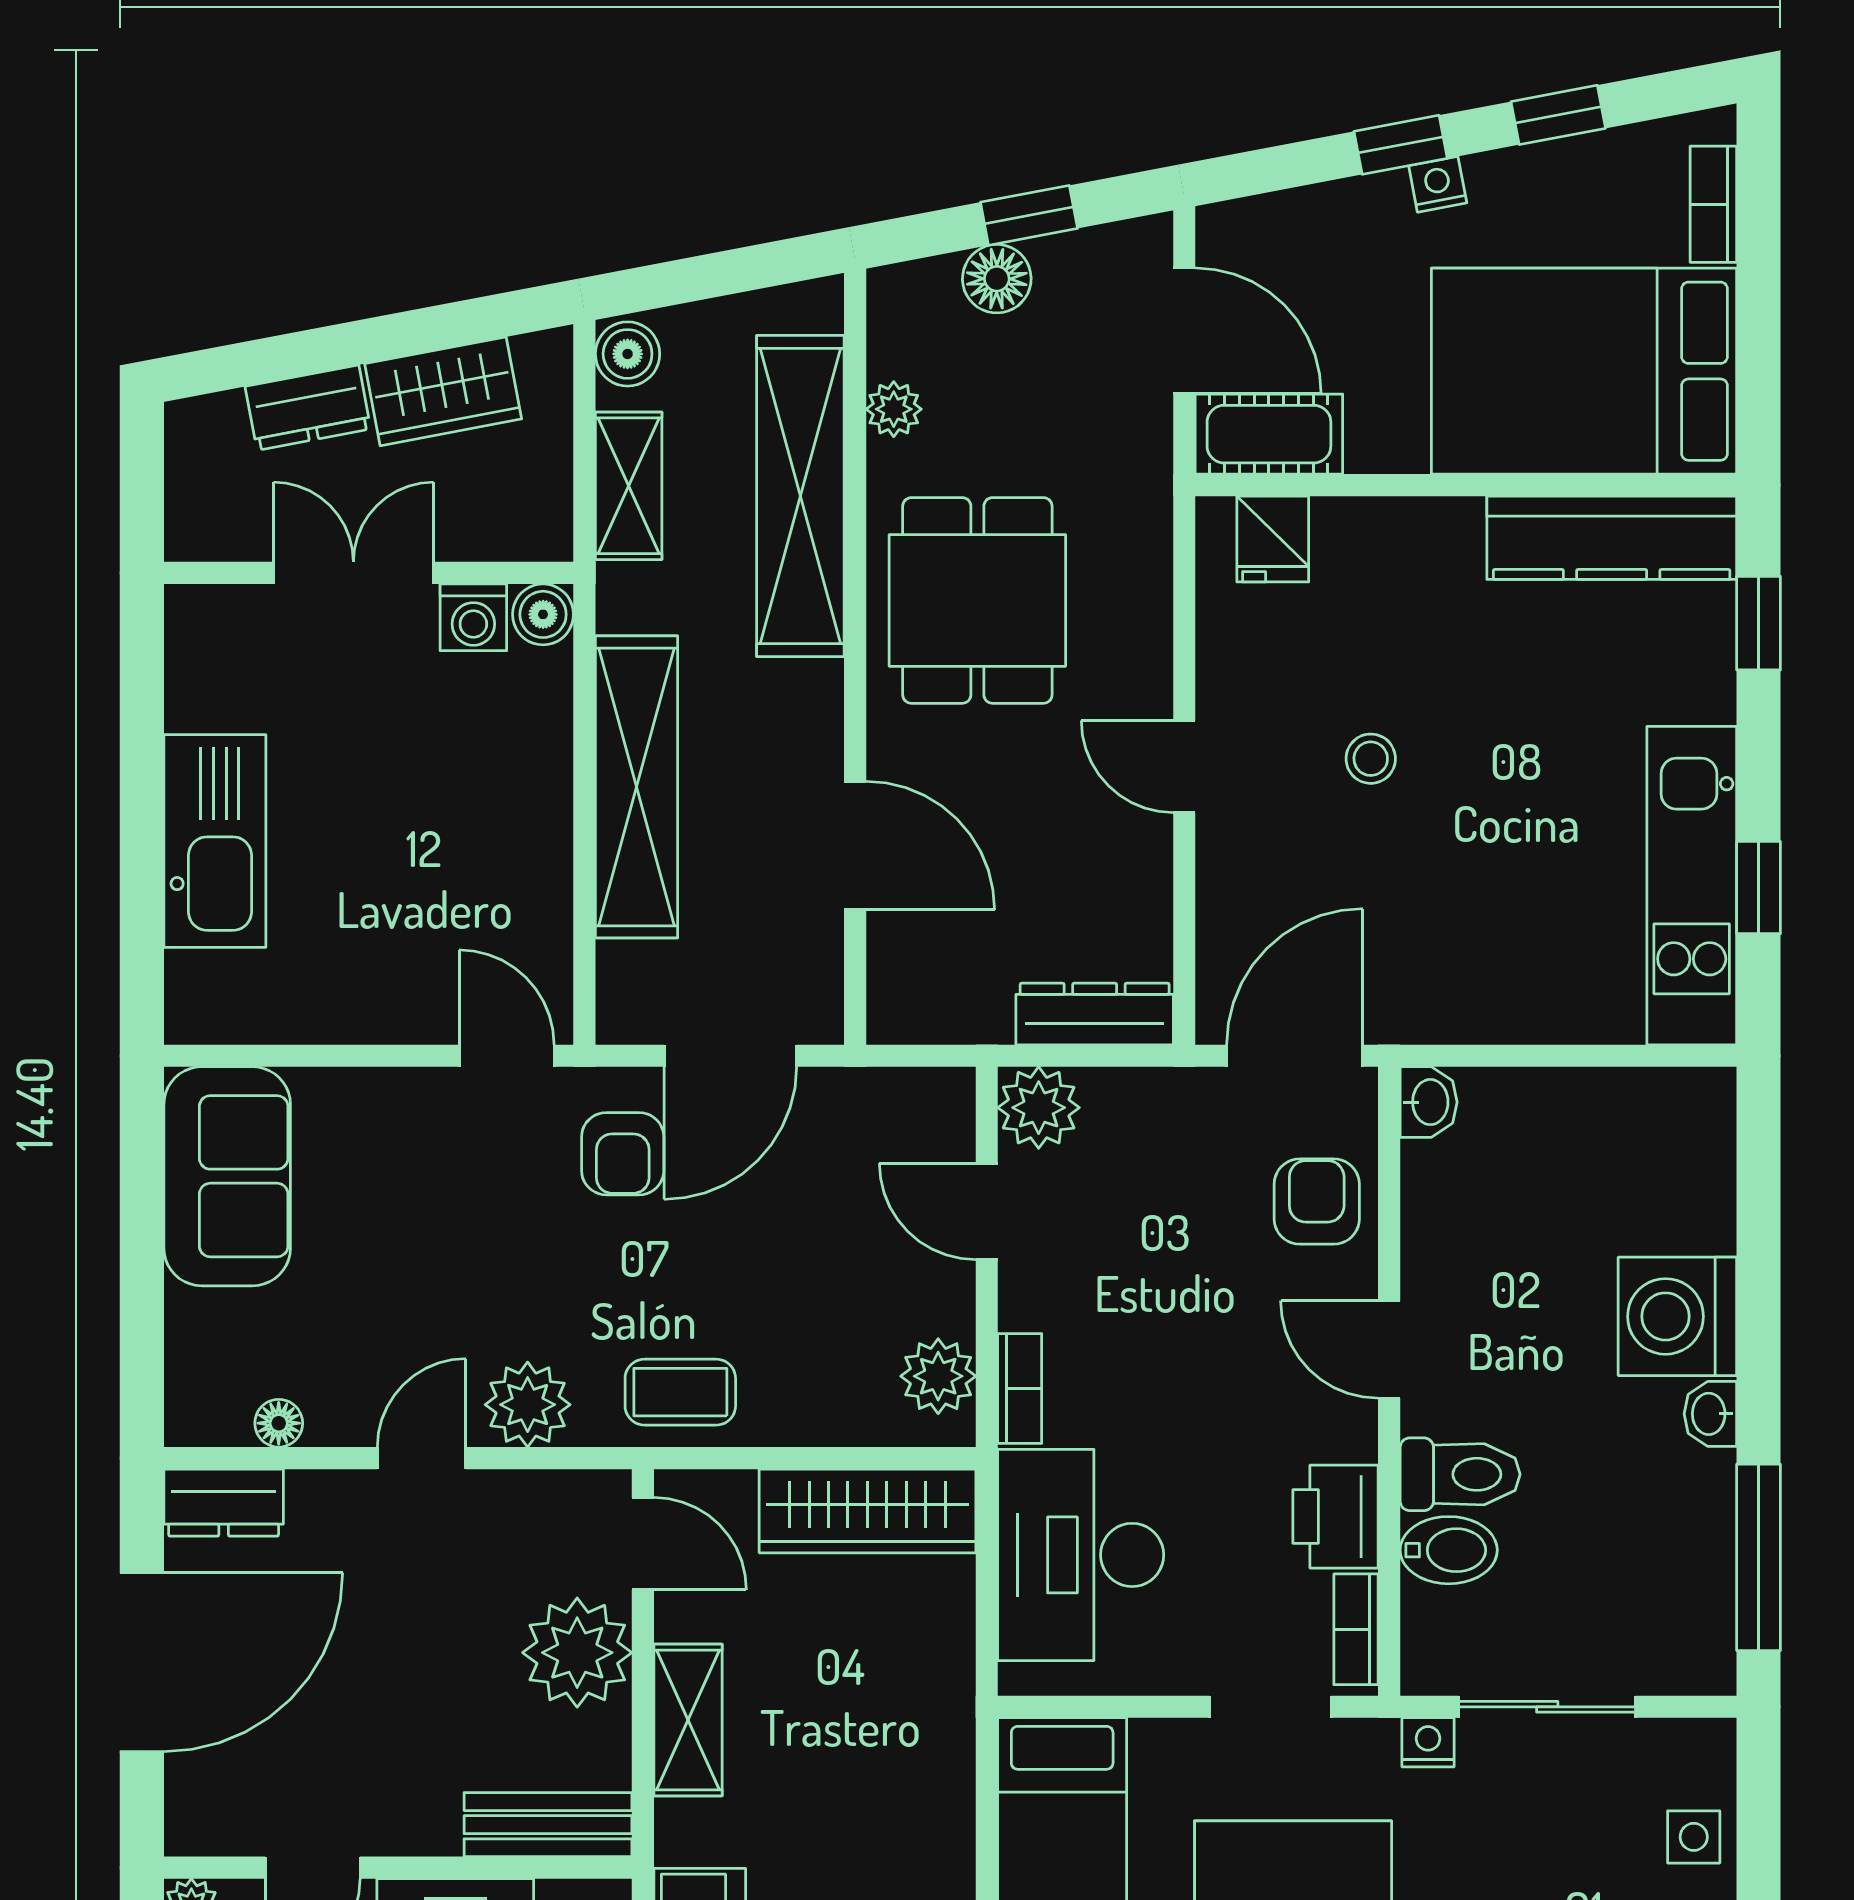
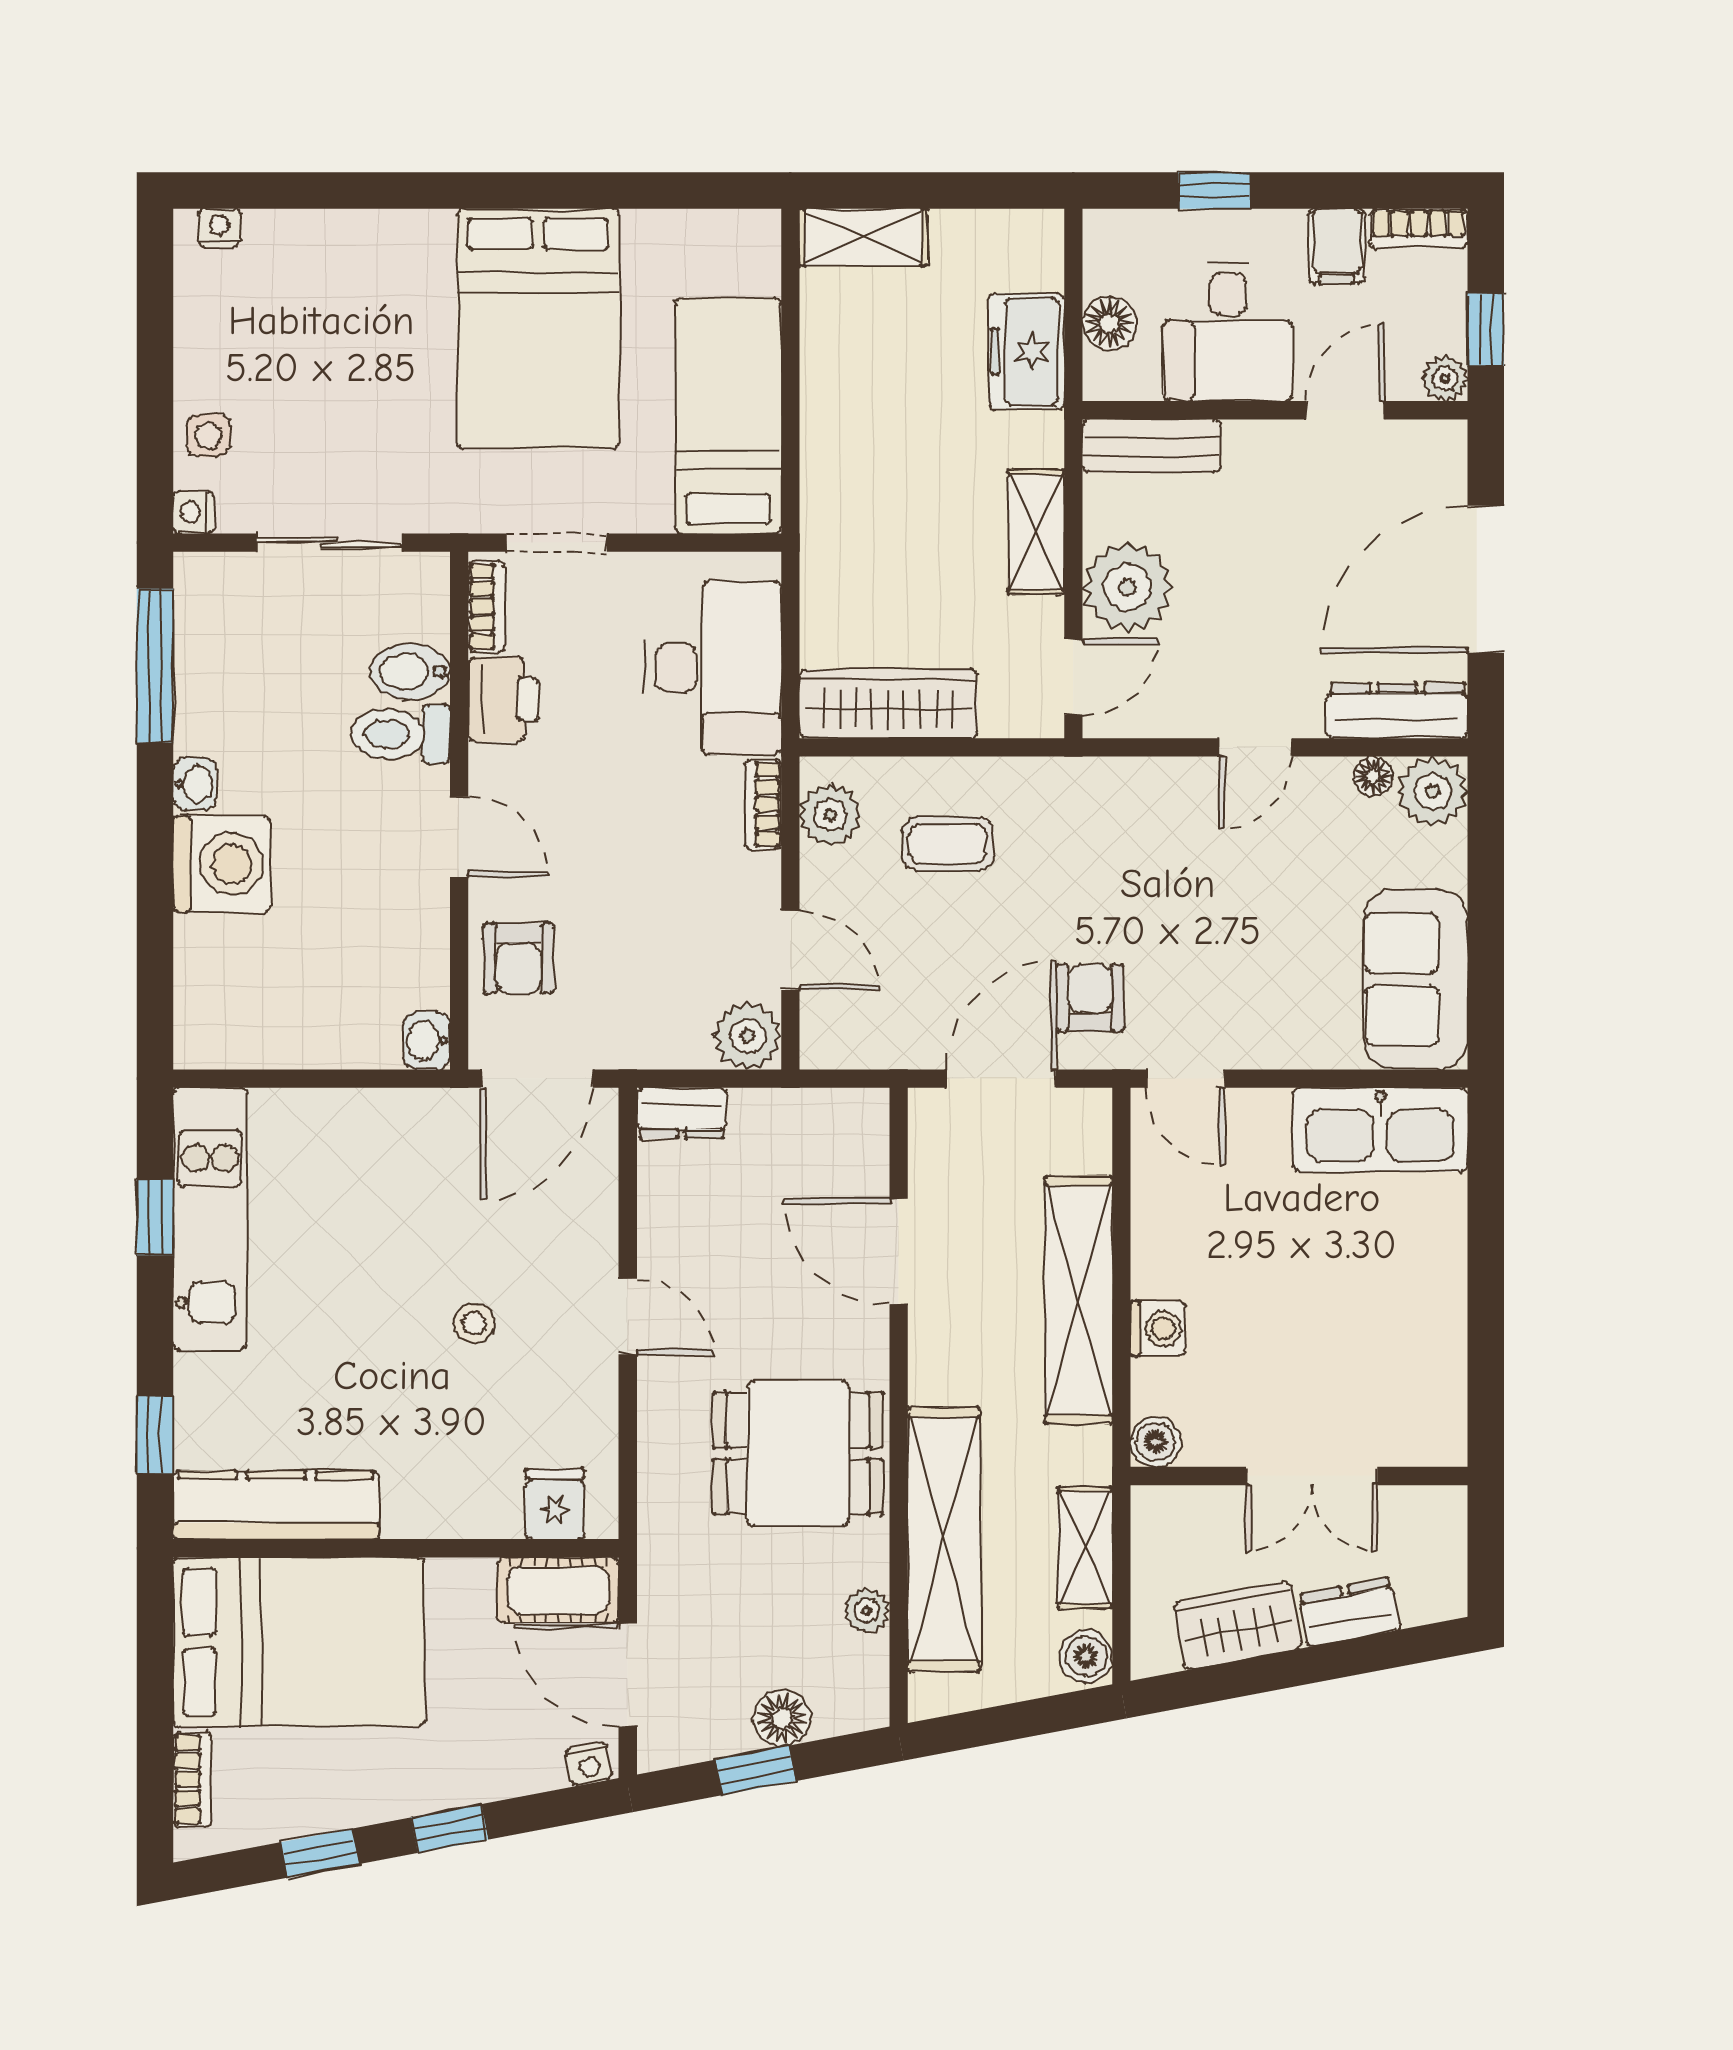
nightstand: (1438, 184) -> (589, 1764), moved
dining table: (977, 600) -> (798, 1453), turned 90
washing machine: (473, 617) -> (1158, 1329), moved, turned 90
kitchen sink: (215, 841) -> (1380, 1130), moved, turned -90
dresser: (1095, 1014) -> (682, 1113), width x0.70
coffee table: (680, 1392) -> (948, 844), moved
plant: (528, 1405) -> (1433, 791), moved
dresser: (224, 1503) -> (1397, 711), width x1.44
door: (643, 1544) -> (1073, 677), swing flipped
nightstand: (1428, 1742) -> (193, 512), moved, turned 90

